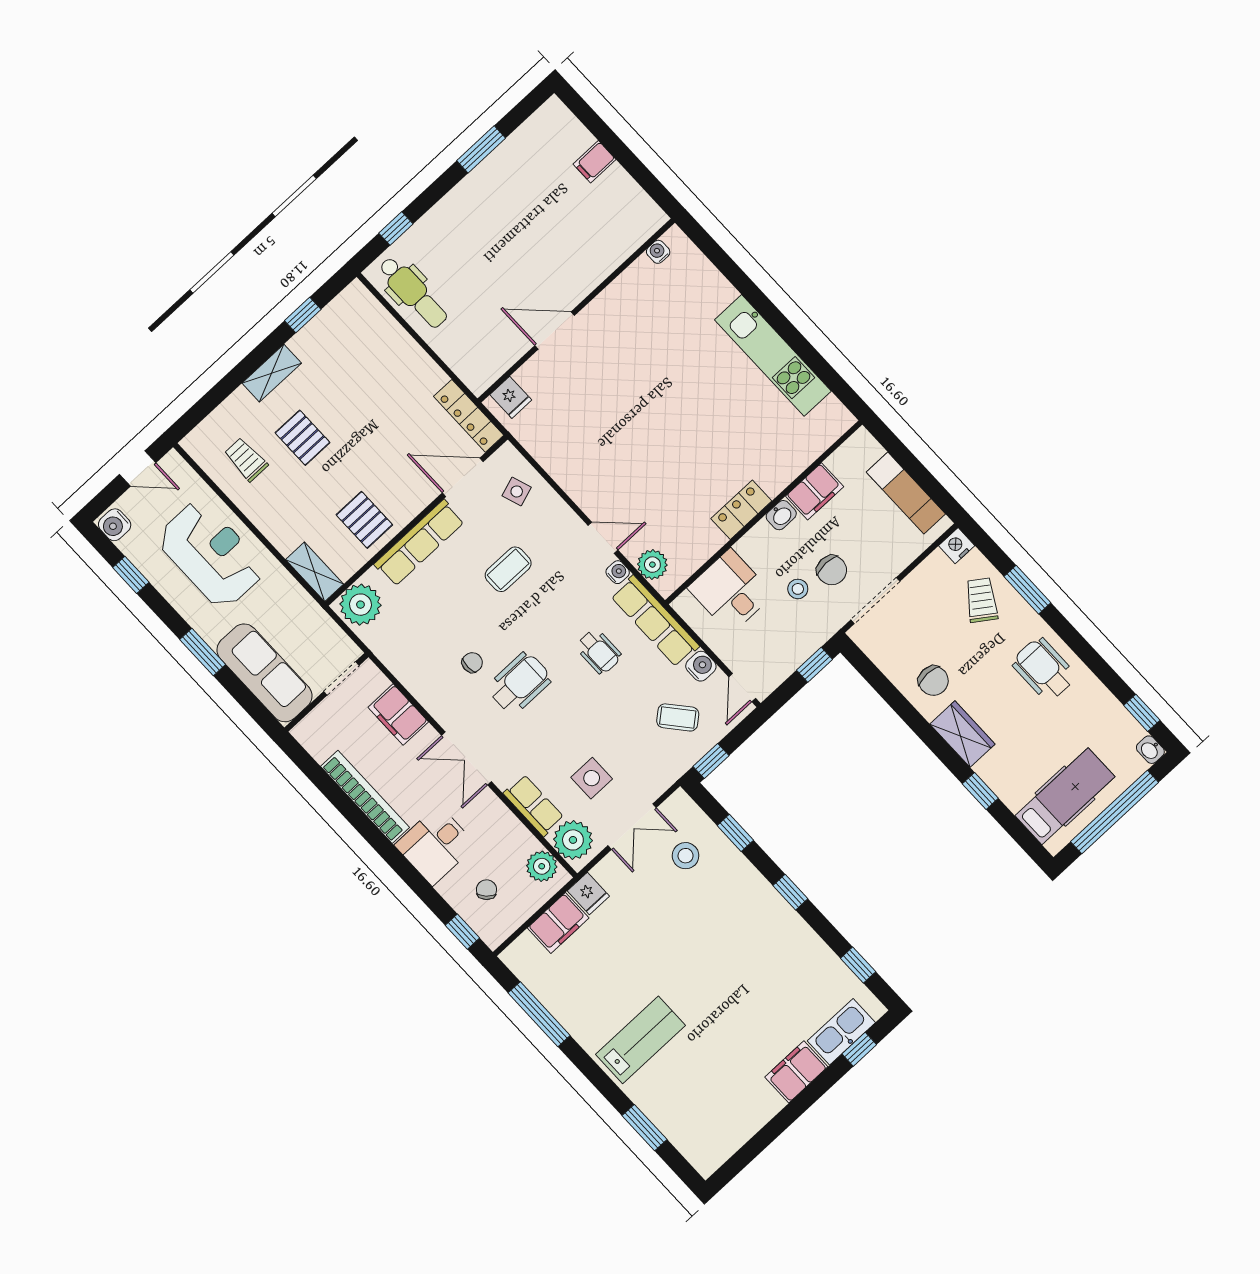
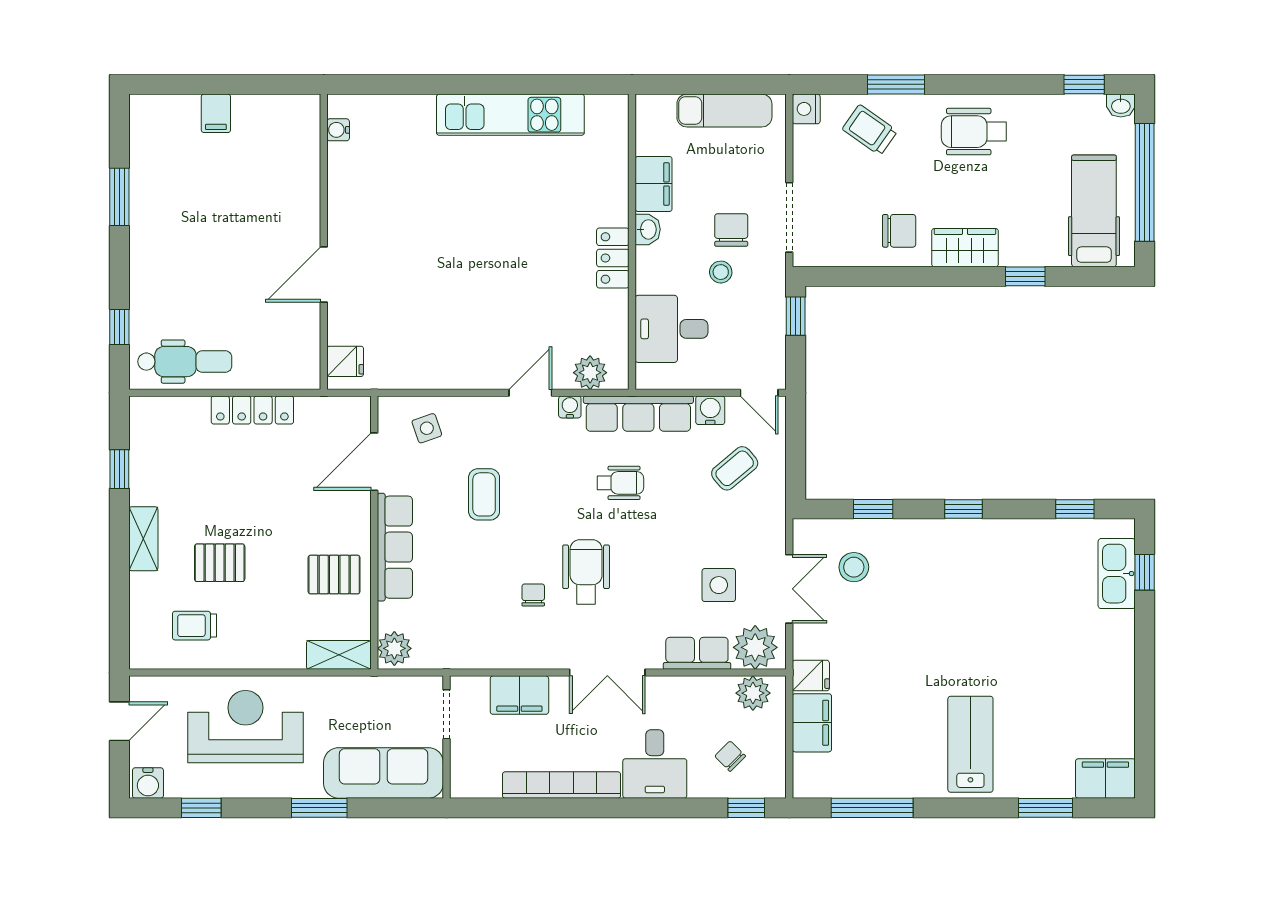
locker: (469, 416) -> (252, 410), moved
chair: (832, 570) -> (731, 230), turned -90
plant: (360, 605) -> (394, 648), width x0.73, depth x0.73
window: (711, 761) -> (796, 474), removed
filing cabinet: (796, 1072) -> (1105, 779), moved, turned 90

